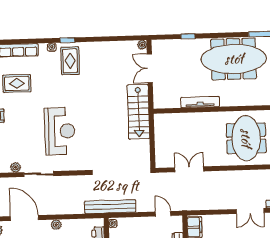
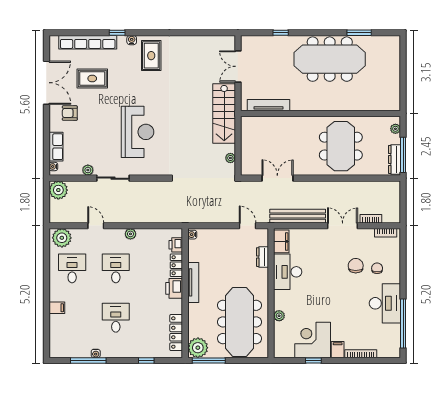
window: (67, 40) -> (117, 33), moved
plant: (142, 45) -> (230, 158), moved
tv unit: (200, 102) -> (269, 105), moved
bench: (110, 207) -> (298, 216), moved
double door: (250, 211) -> (343, 226), swing flipped
door: (24, 218) -> (96, 226), width x0.53

